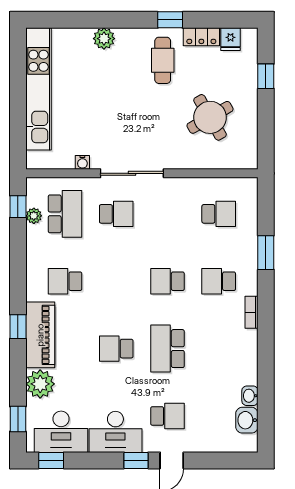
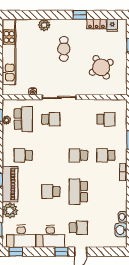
cafe table: (163, 60) -> (64, 49), moved

